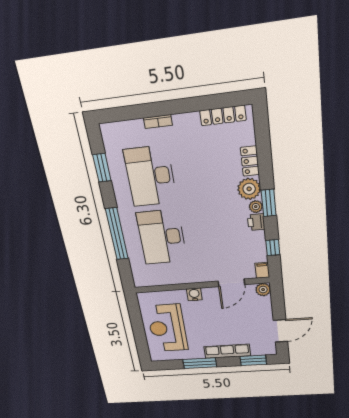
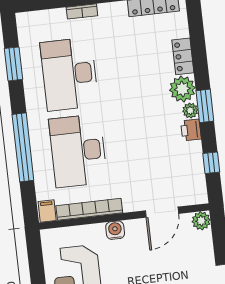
filing cabinet: (262, 270) -> (47, 211), moved
bookcase: (173, 280) -> (89, 209), added

